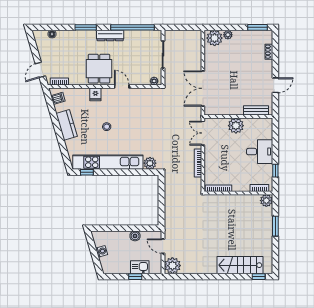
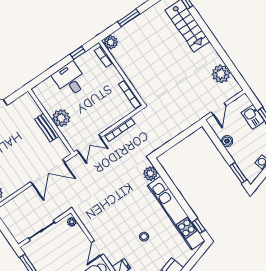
bench: (256, 110) -> (47, 128), moved
window: (106, 228) -> (238, 173), added
plant: (172, 266) -> (221, 74), moved

